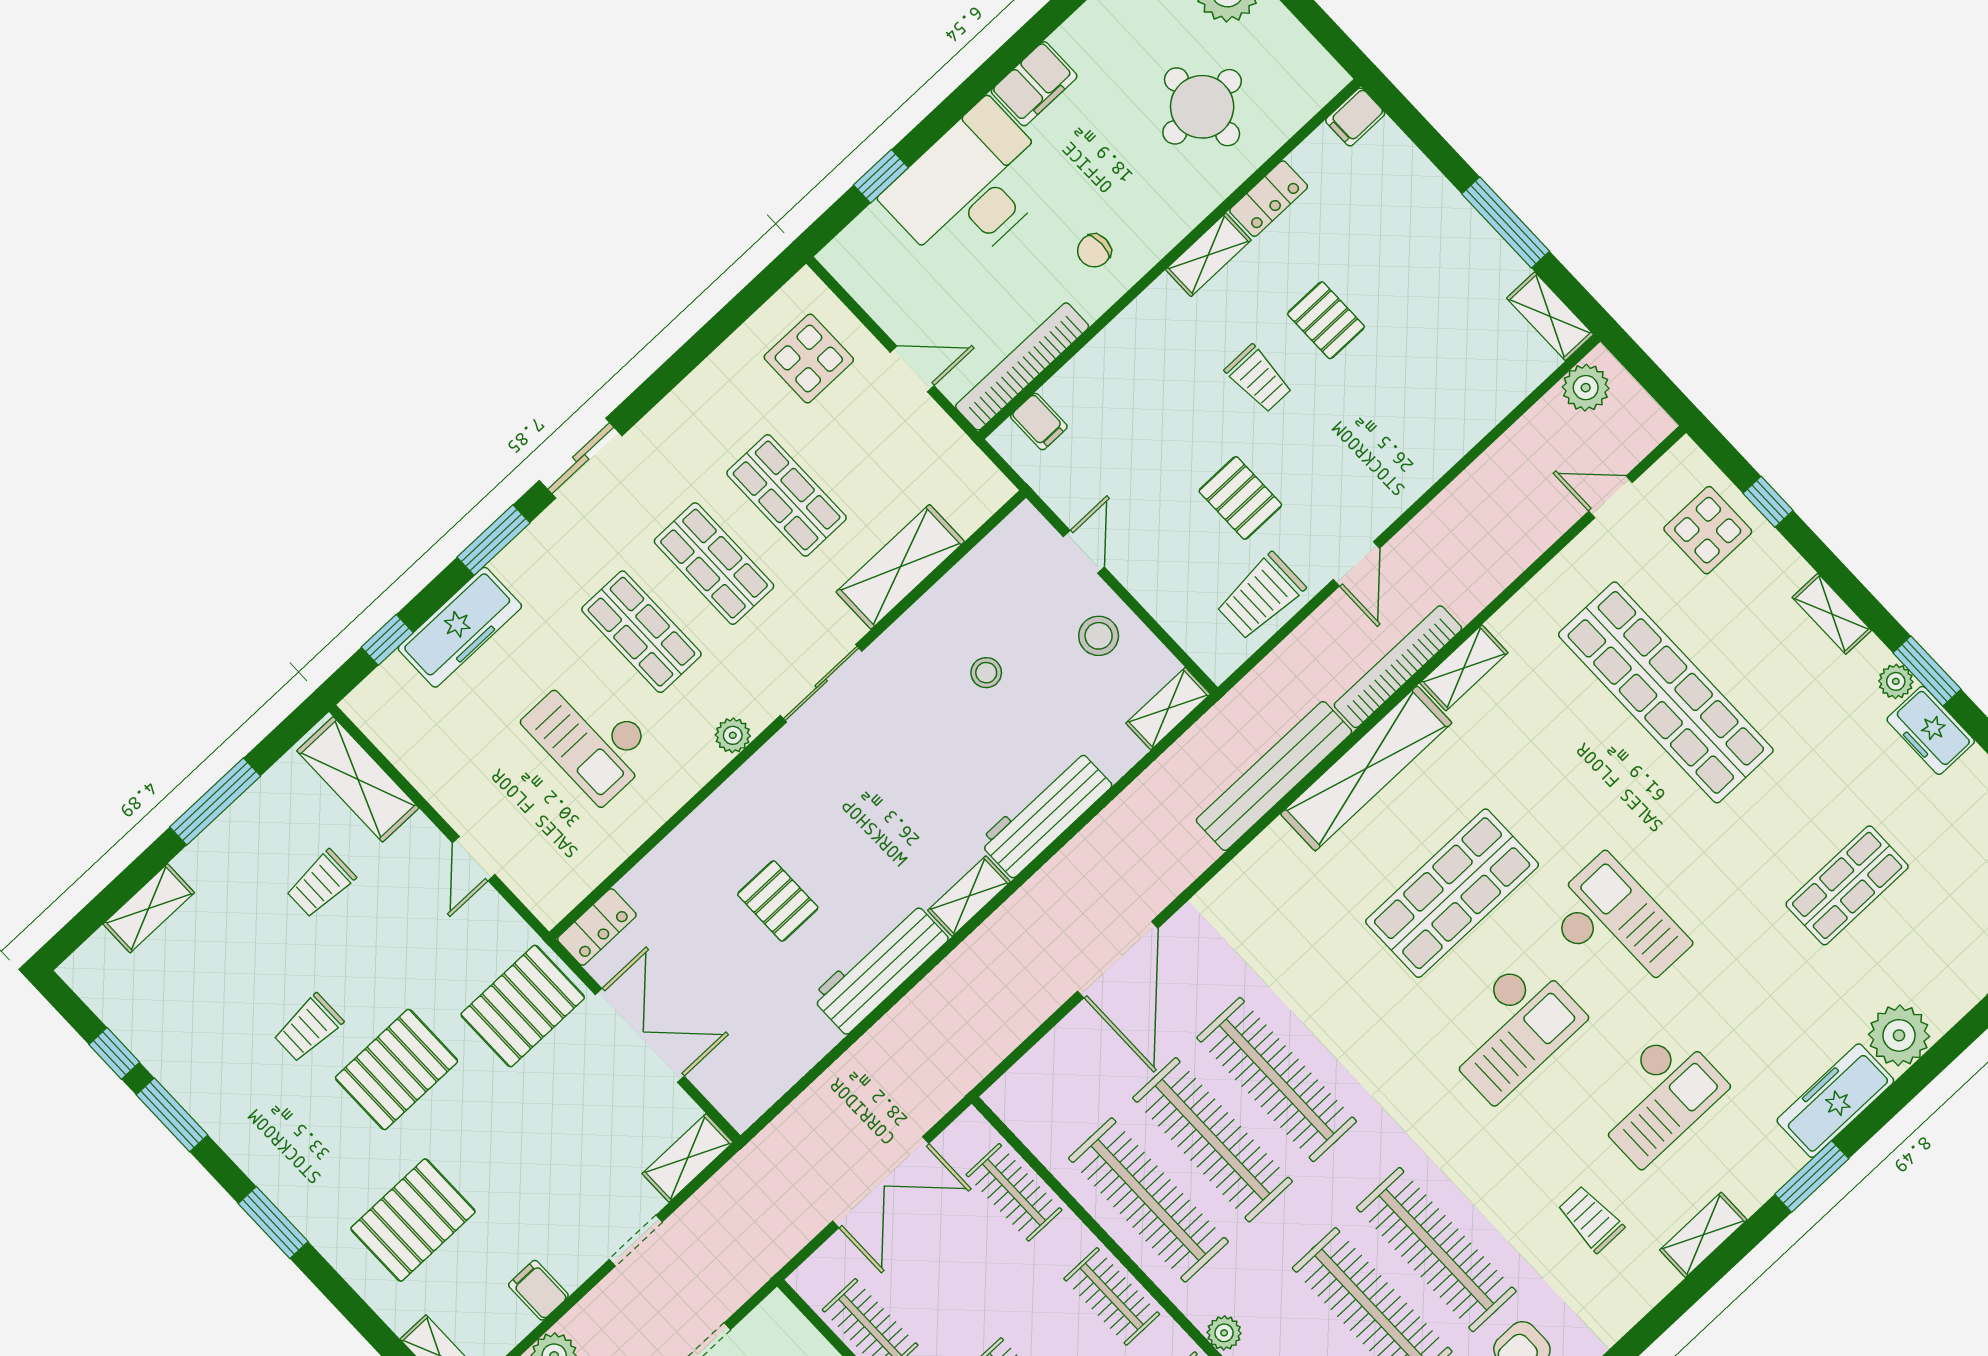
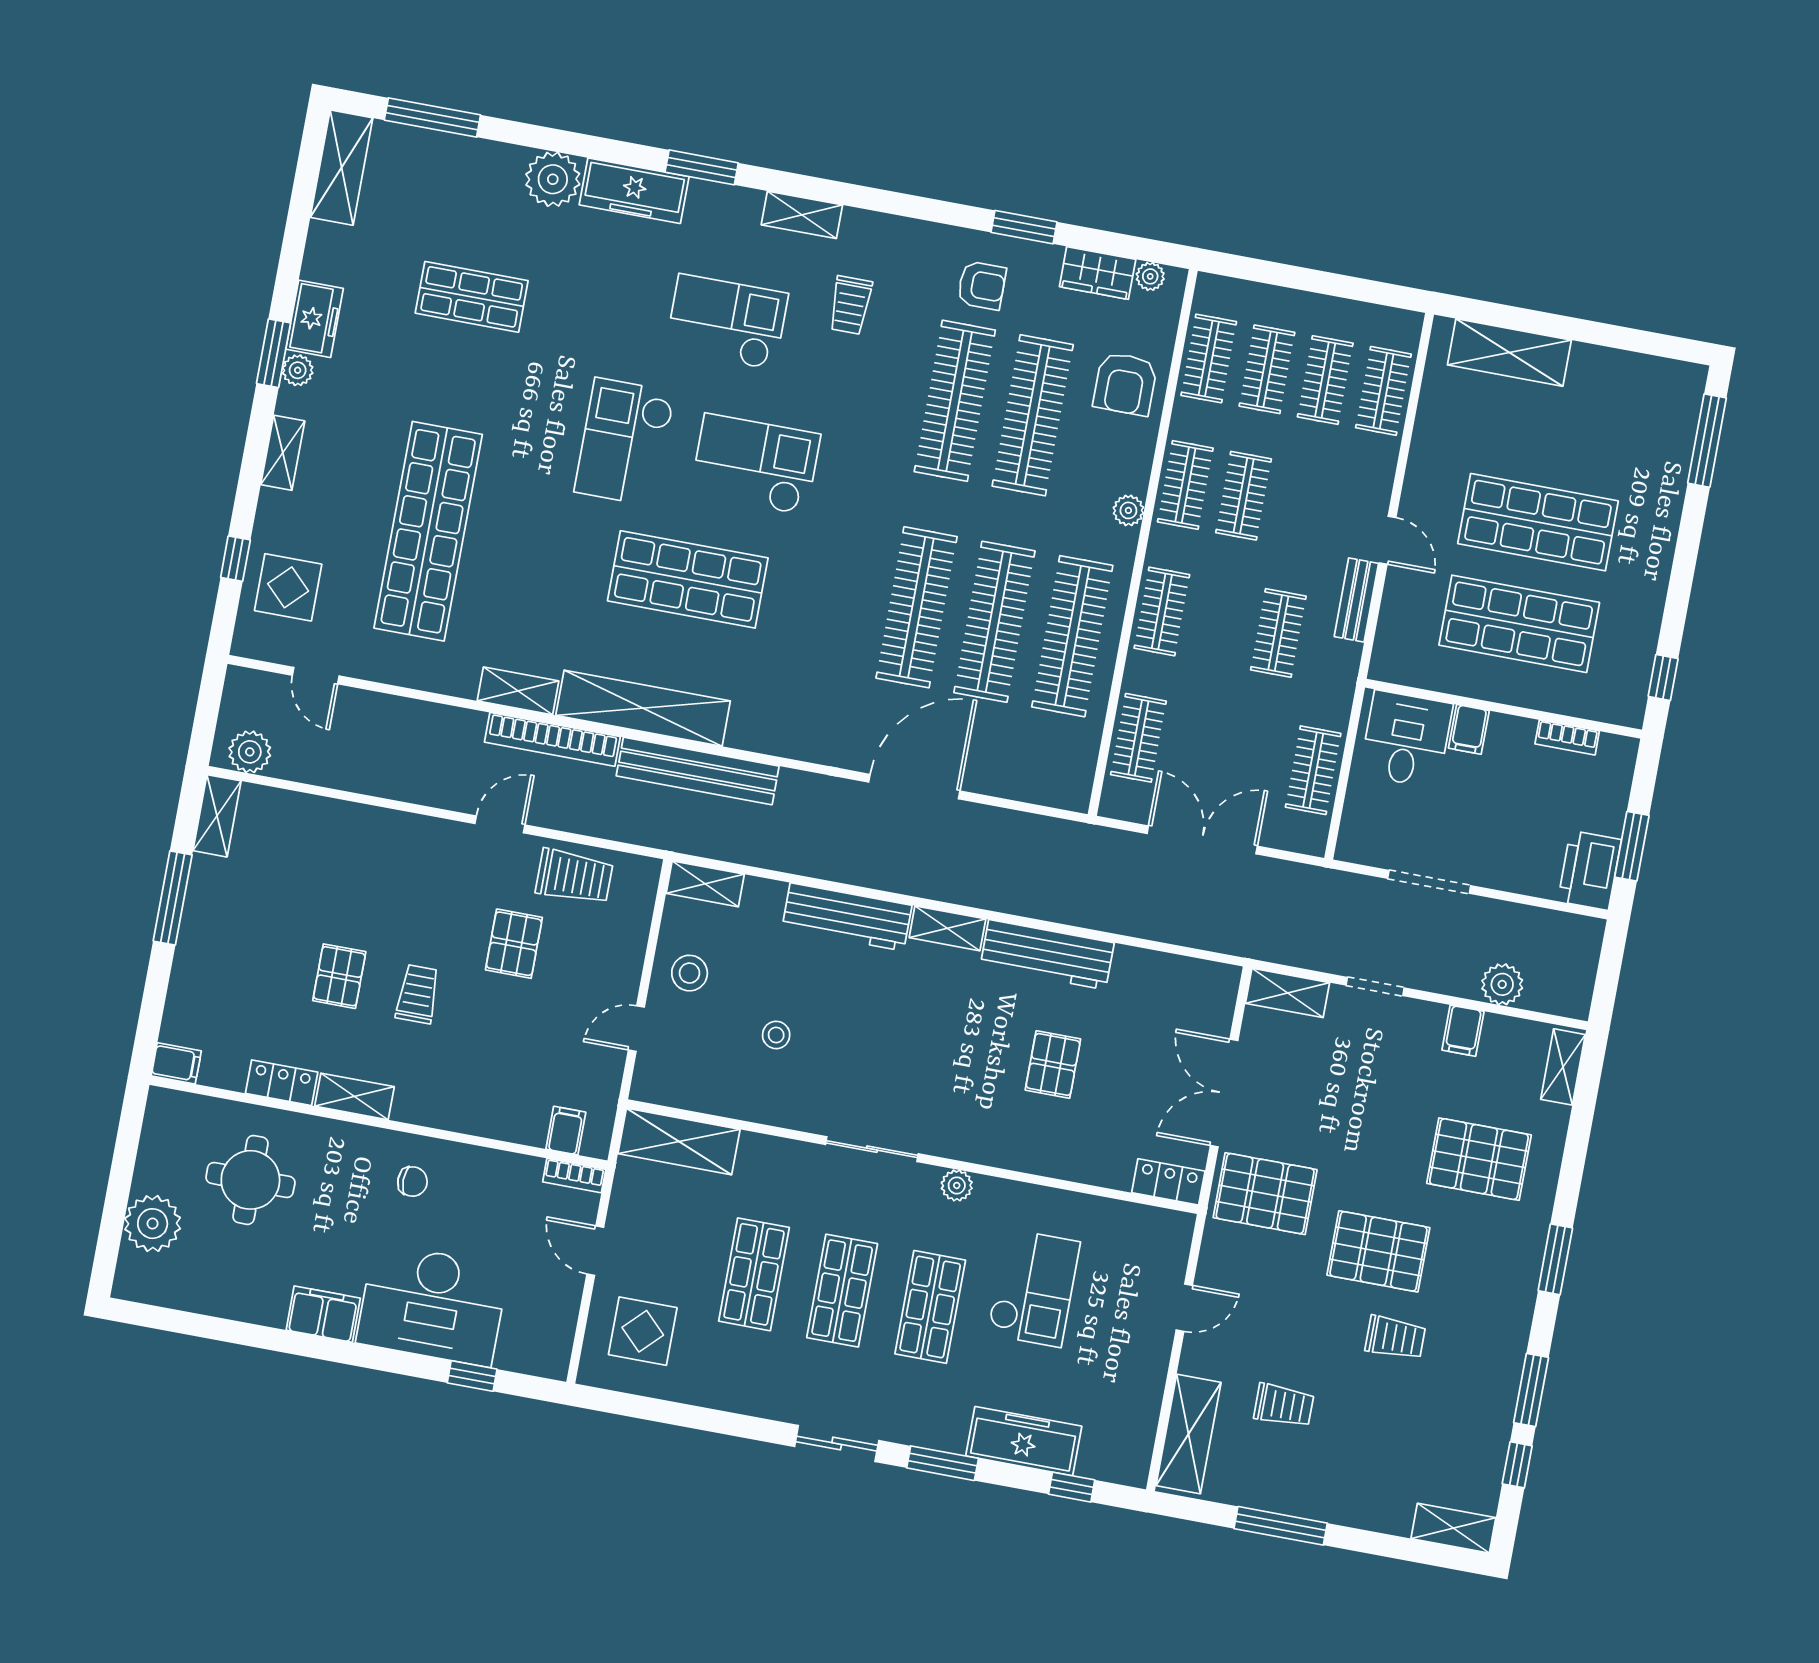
bookcase: (1022, 366) -> (574, 1176), width x0.43, depth x0.76
shelving: (900, 567) -> (679, 1142), moved
shelving: (149, 908) -> (1453, 1528), moved

